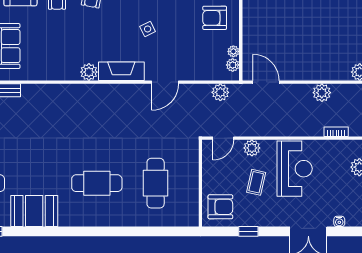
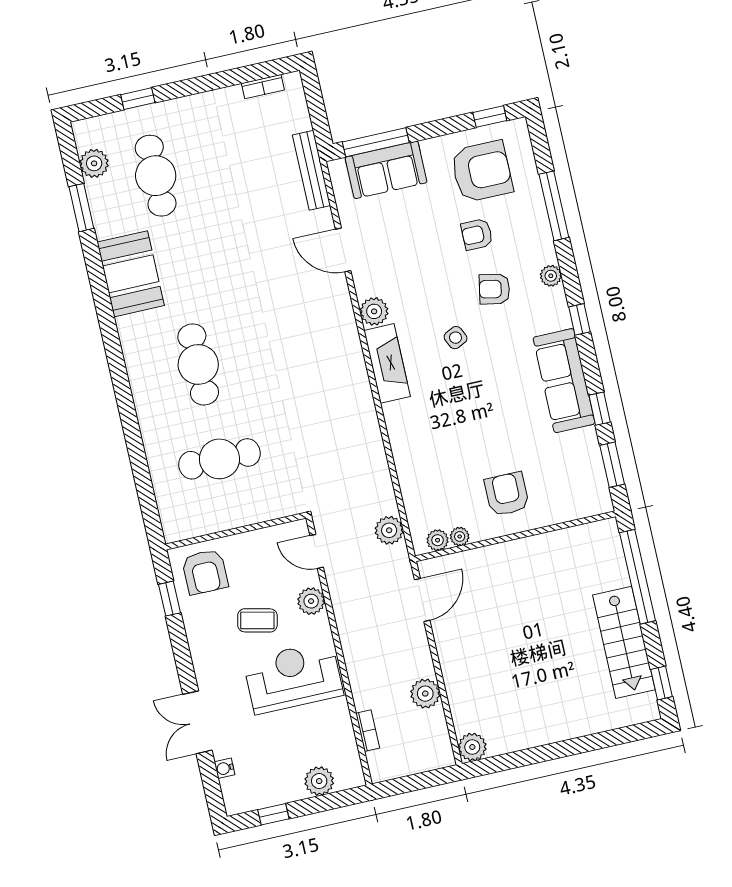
side table: (148, 29) -> (456, 338), moved
door: (165, 82) -> (343, 250), moved
reception desk: (295, 169) -> (293, 677), turned 180
window: (248, 231) -> (170, 599), moved

